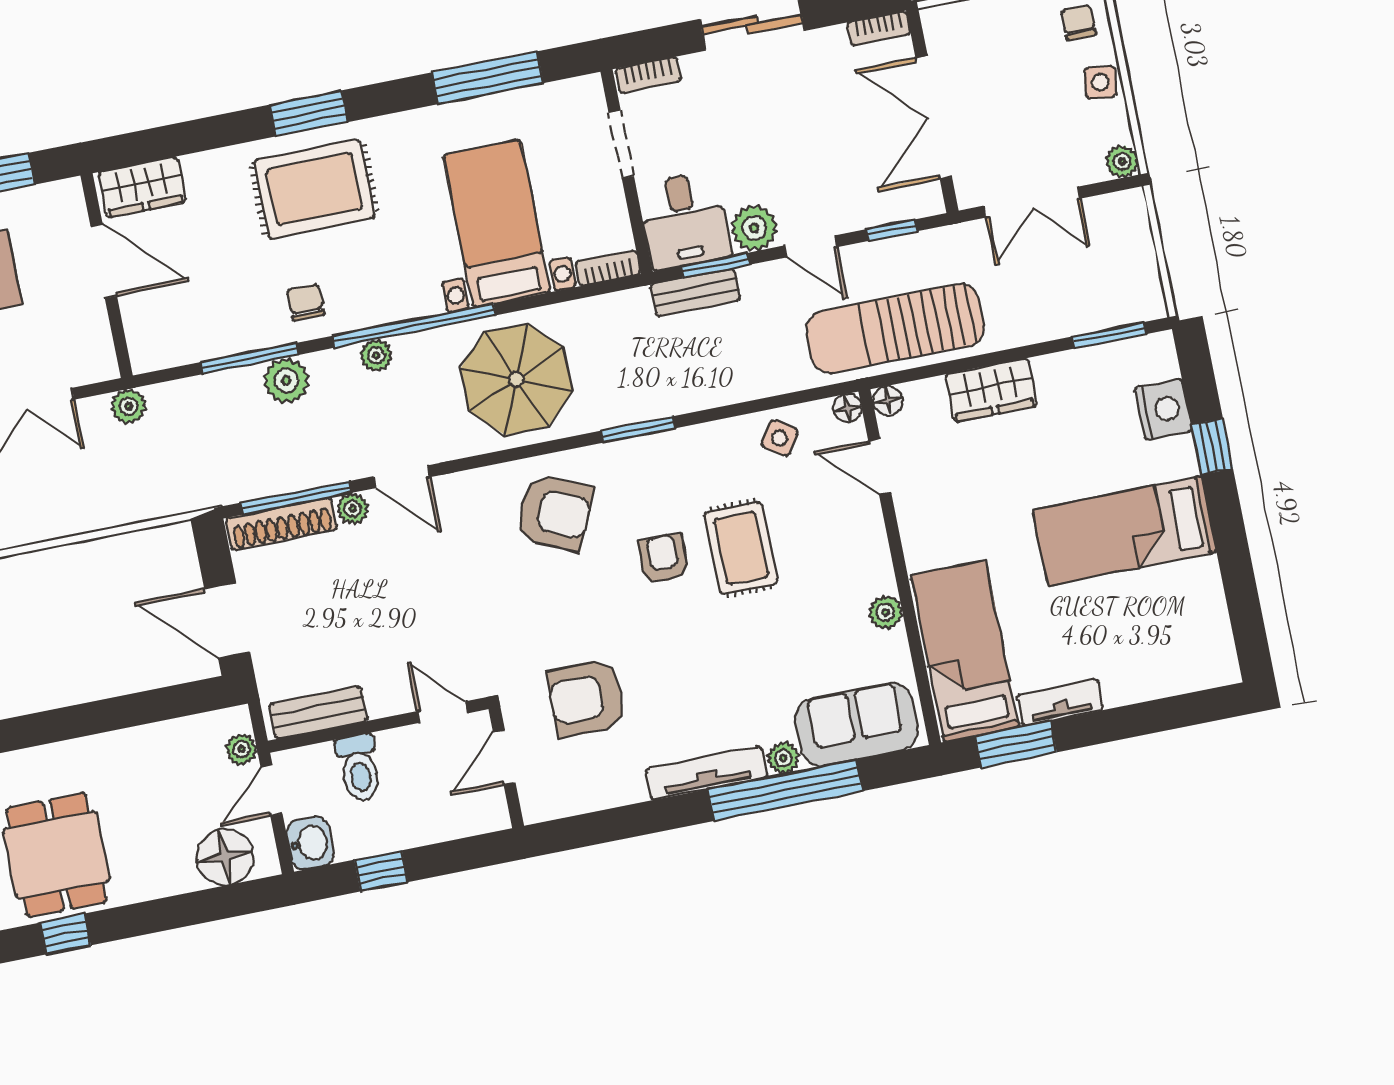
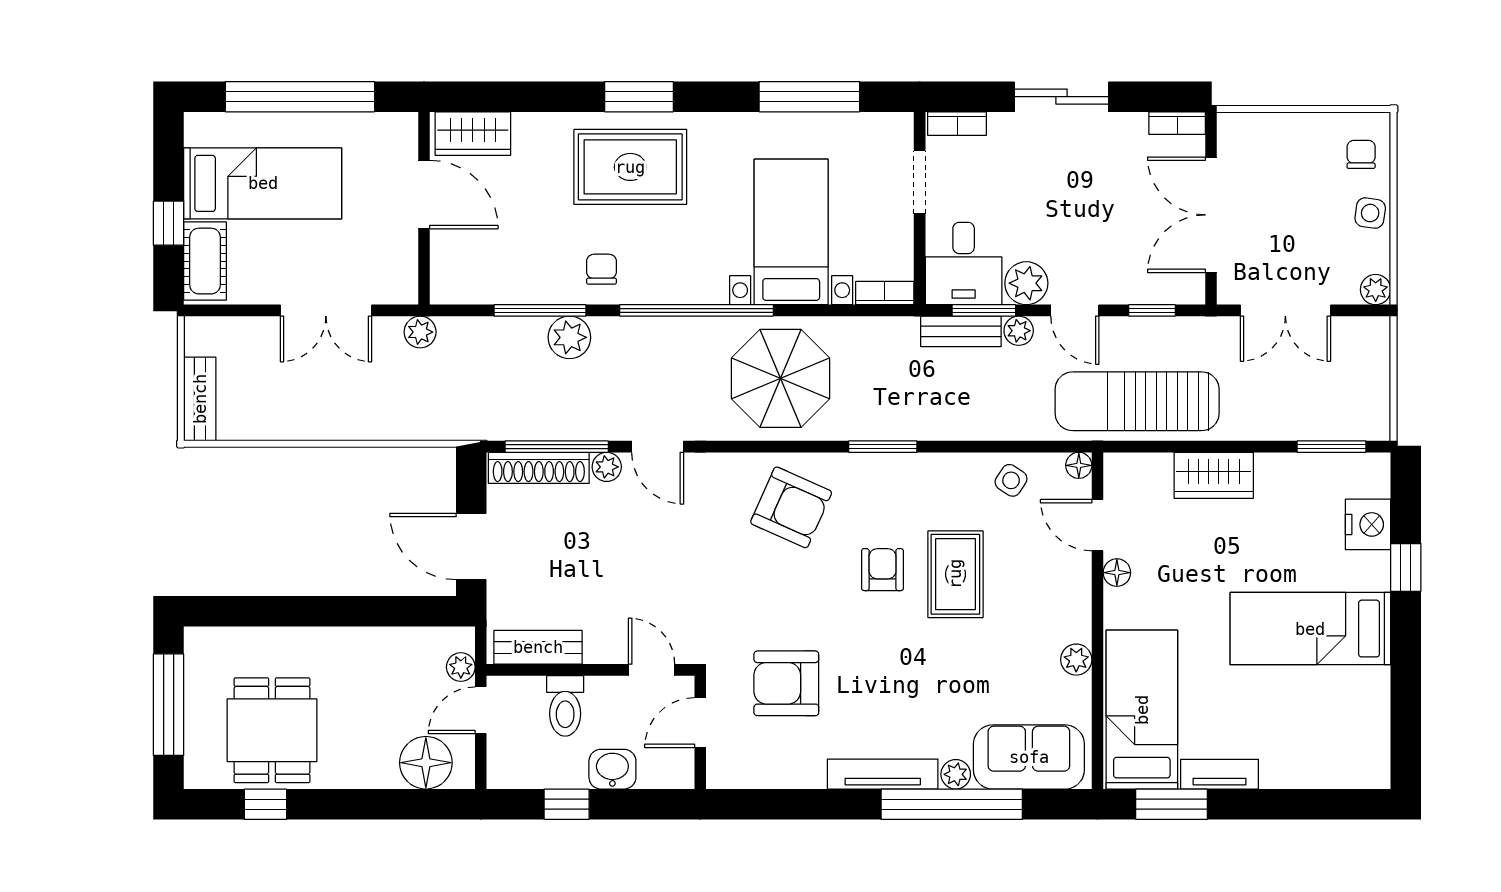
plant: (376, 355) -> (1019, 331), moved
floor lamp: (888, 401) -> (1117, 573), moved
washbasin: (310, 843) -> (612, 769), moved, turned -90

